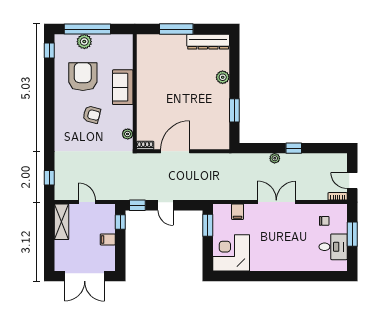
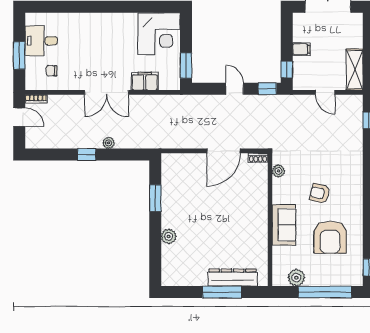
plant: (84, 42) -> (296, 278), moved
dresser: (208, 42) -> (233, 278), moved
filing cabinet: (238, 212) -> (145, 81), width x2.00

